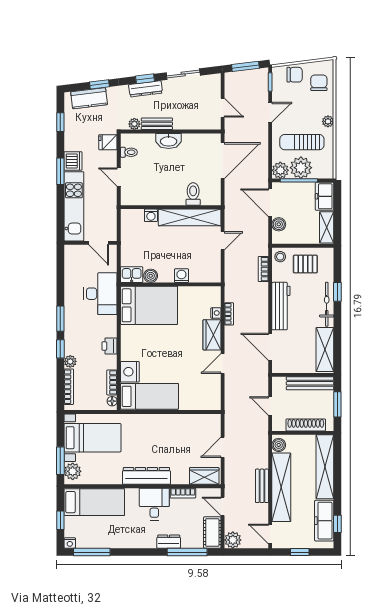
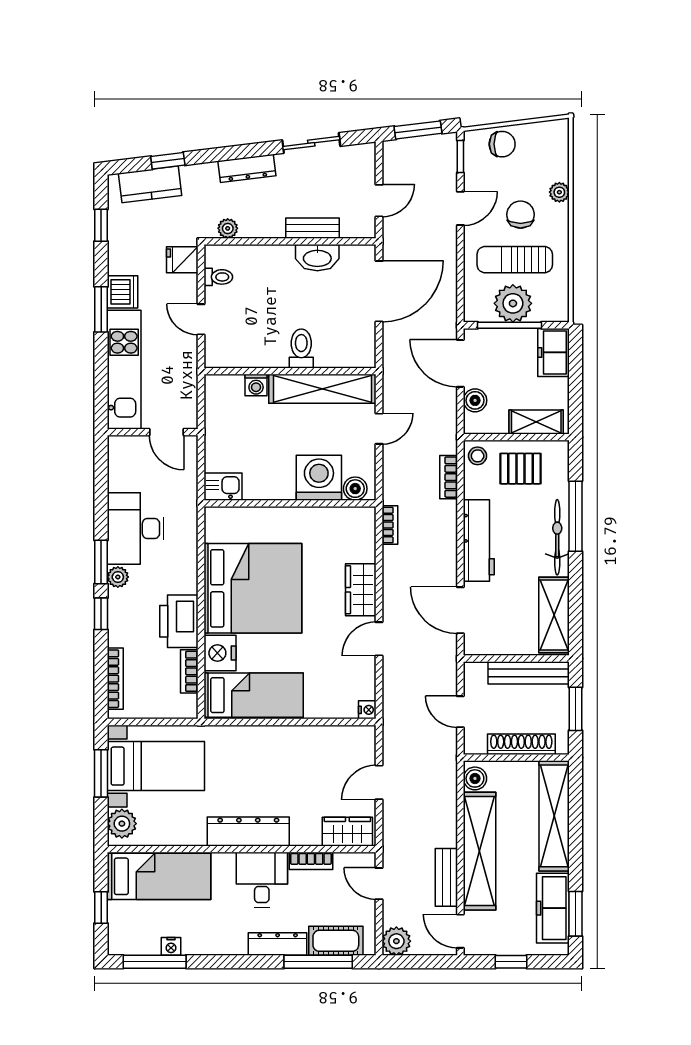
window: (145, 79) -> (246, 151), removed
chair: (319, 83) -> (521, 215), moved
door: (223, 108) -> (379, 201), hinge flipped
plant: (328, 121) -> (559, 192), moved
bench: (157, 124) -> (312, 228), moved
washbasin: (169, 141) -> (317, 258), moved
plant: (280, 170) -> (478, 308), removed
toilet: (193, 194) -> (301, 348), moved
shelving: (327, 227) -> (536, 422), moved, turned 90
boiler: (151, 276) -> (355, 489), moved
washing machine: (181, 276) -> (319, 478), width x1.89, depth x1.89
window: (337, 292) -> (576, 516), width x2.17
desk: (100, 294) -> (136, 528), moved, turned 180
bed: (149, 305) -> (253, 588), moved, width x1.36
nightstand: (216, 313) -> (367, 710), moved
bookcase: (229, 314) -> (390, 525), moved
printer: (110, 346) -> (179, 621), width x1.87, depth x1.48
plant: (70, 361) -> (118, 577), moved
floor lamp: (112, 401) -> (190, 703), removed
window: (60, 461) -> (101, 773), moved
bench: (262, 486) -> (446, 877), moved
window: (337, 524) -> (576, 914), width x1.50
cot: (212, 532) -> (336, 941), moved, turned 90
dresser: (169, 542) -> (278, 944), width x1.44
nightstand: (70, 543) -> (171, 946), moved

